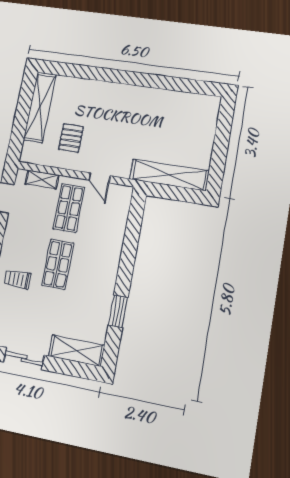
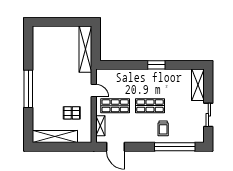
window: (122, 77) -> (28, 89), added
door: (100, 178) -> (94, 91), hinge flipped
window: (118, 311) -> (156, 65), moved

